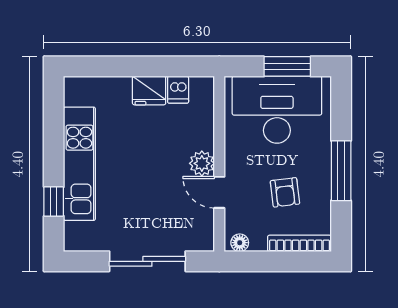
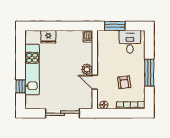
window: (287, 66) -> (115, 26), moved
dishwasher: (178, 90) -> (88, 36), moved
fridge: (149, 91) -> (48, 37), moved
desk: (277, 110) -> (130, 42), width x0.53, depth x0.77

